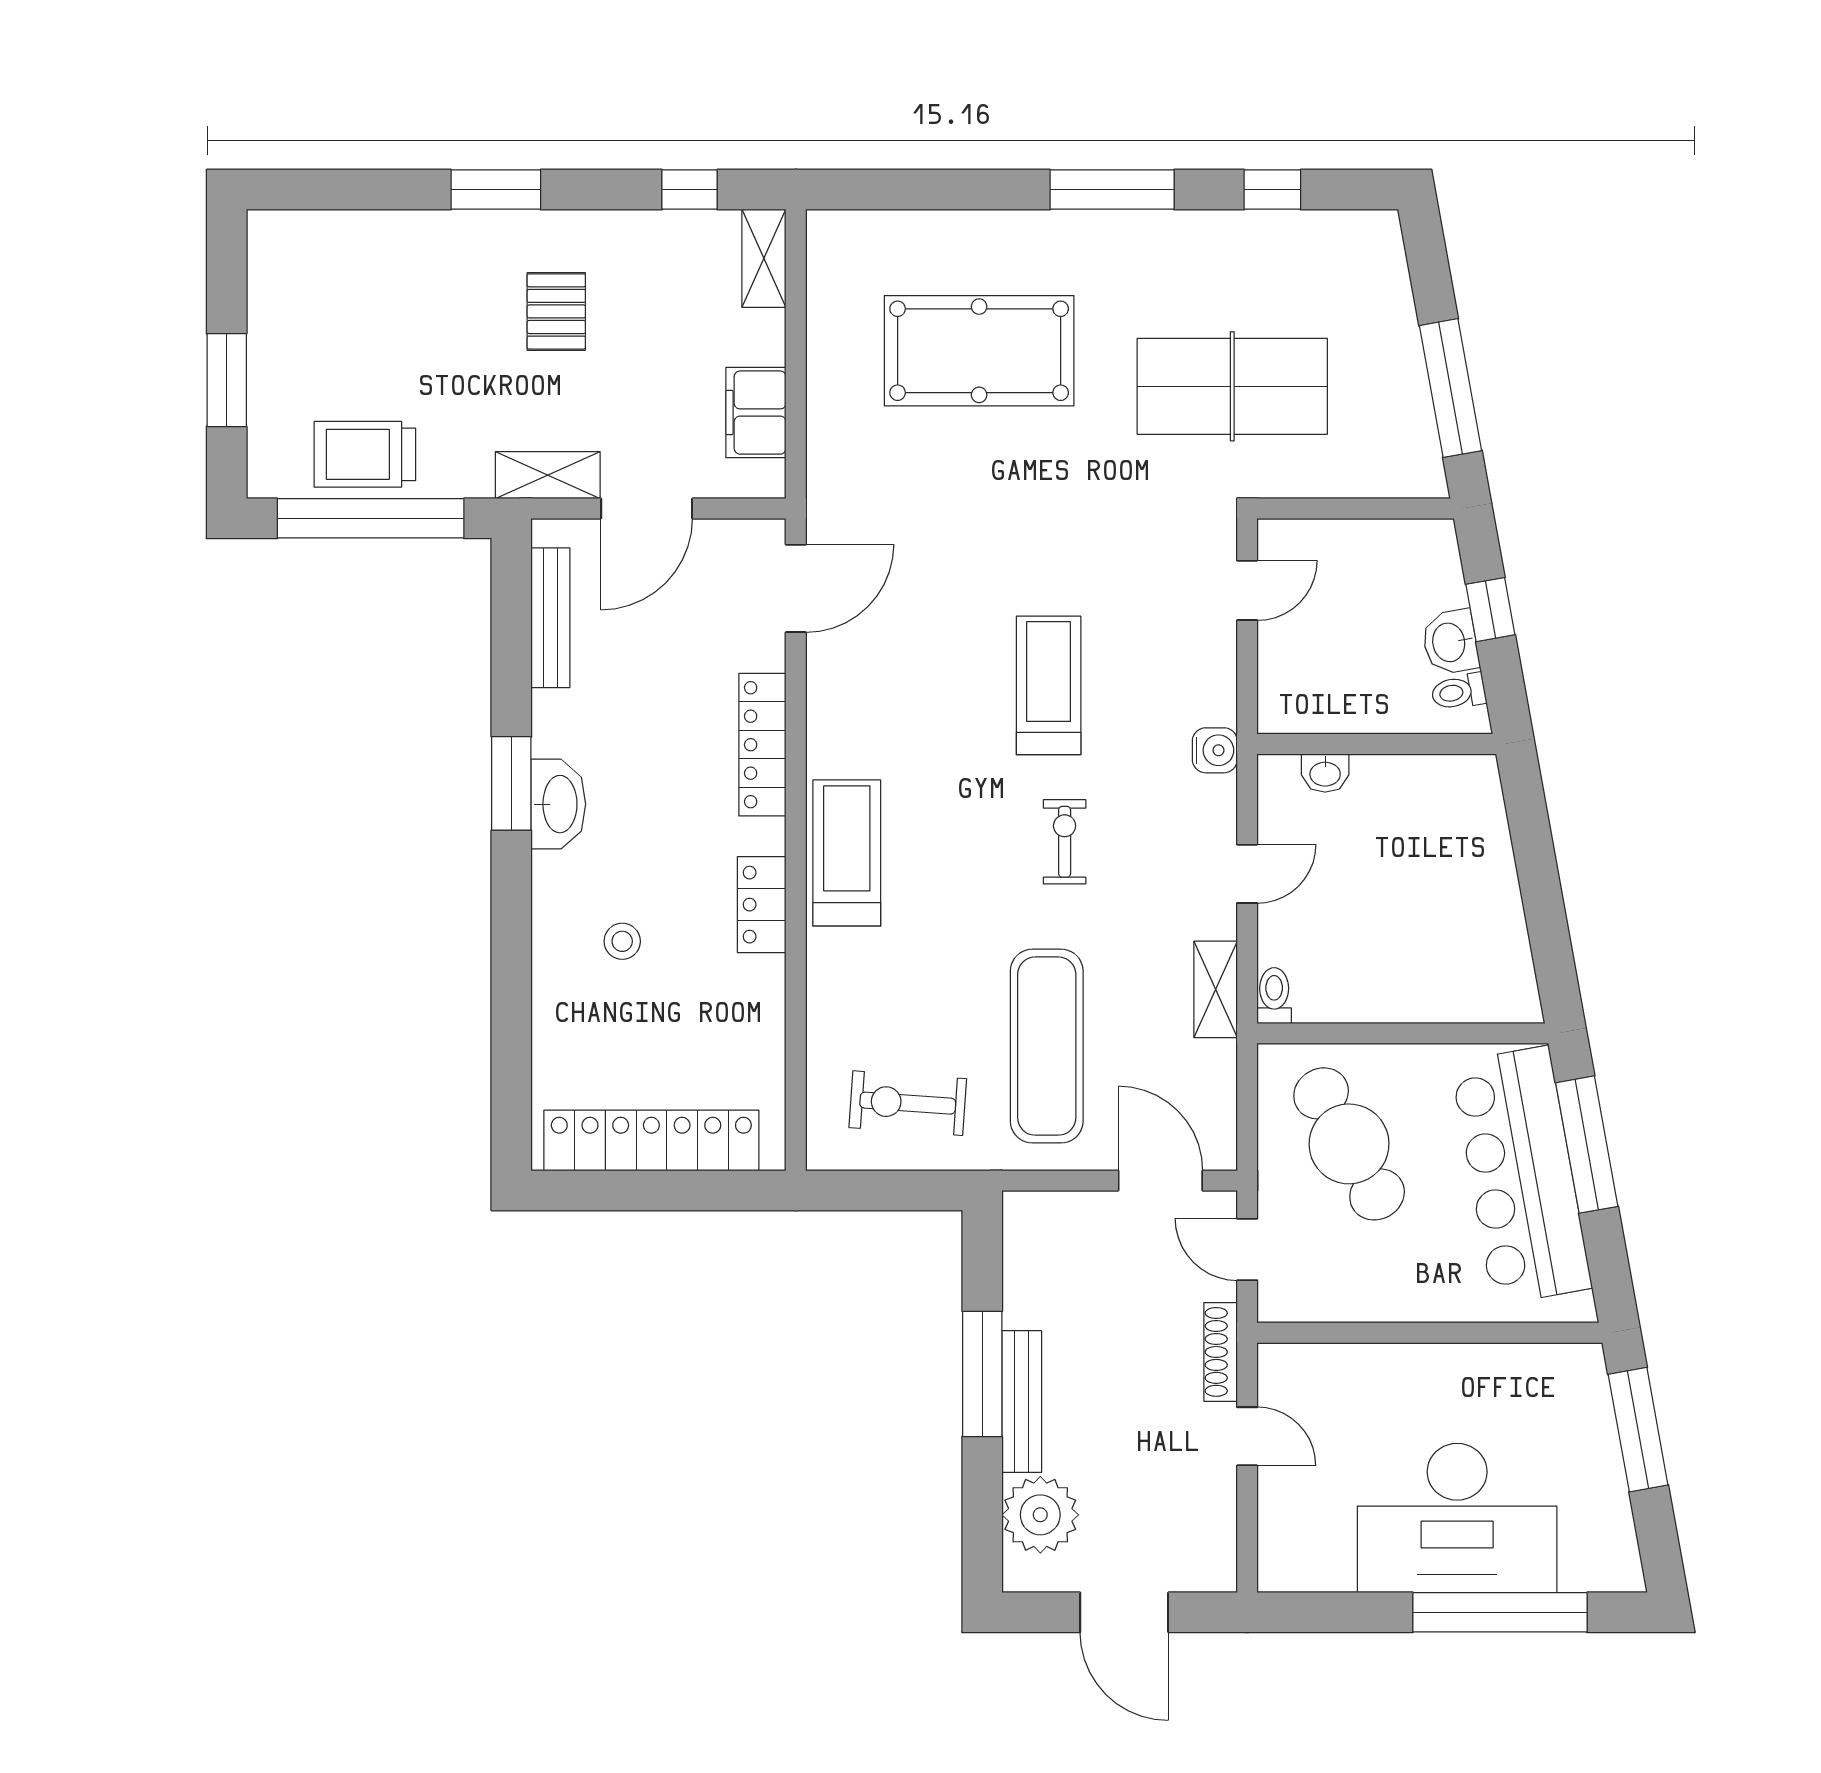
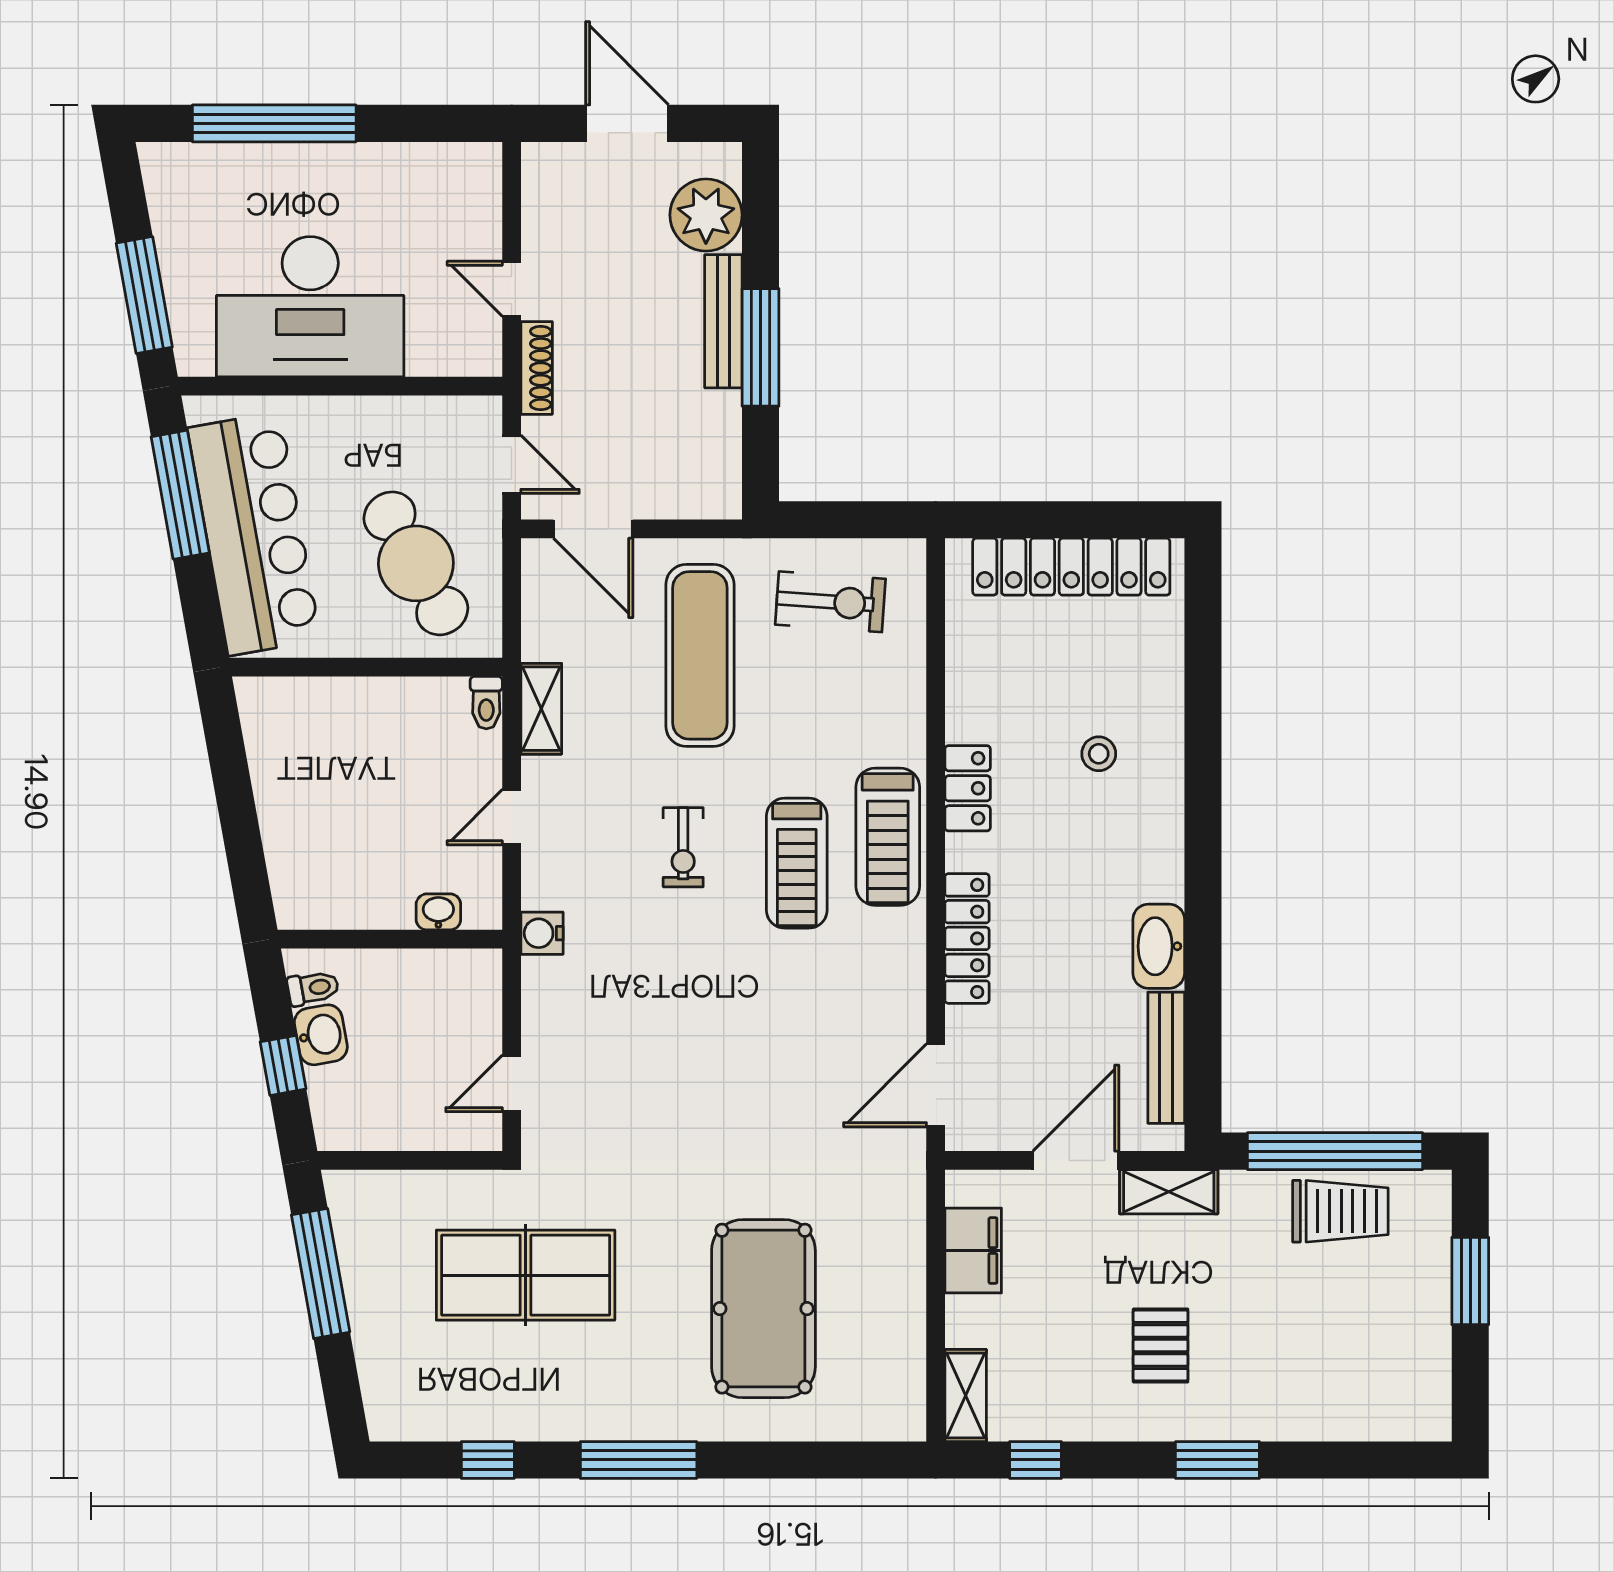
pool table: (979, 351) -> (763, 1309), turned 90
treadmill: (1049, 685) -> (797, 863), moved
window: (511, 783) -> (1203, 902), removed
washbasin: (558, 804) -> (1159, 946), moved
window: (1587, 1145) -> (180, 495), moved
desk: (1457, 1518) -> (310, 307), moved, turned 180

